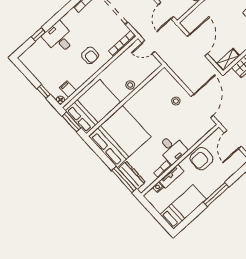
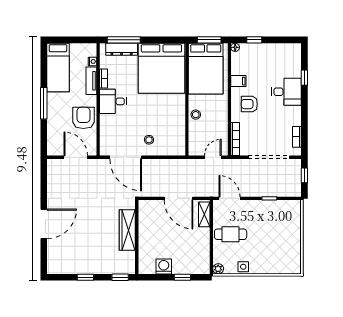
shelving: (228, 60) -> (204, 214), moved
filing cabinet: (68, 89) -> (238, 81), moved

